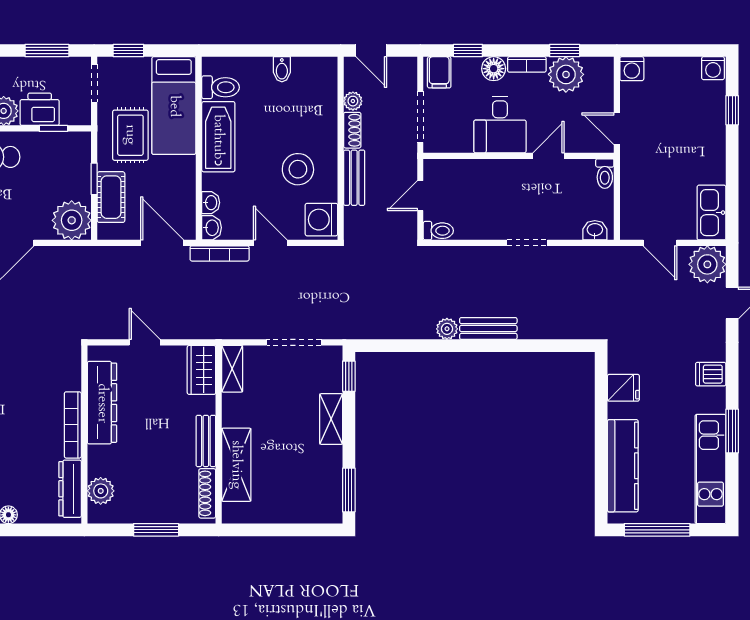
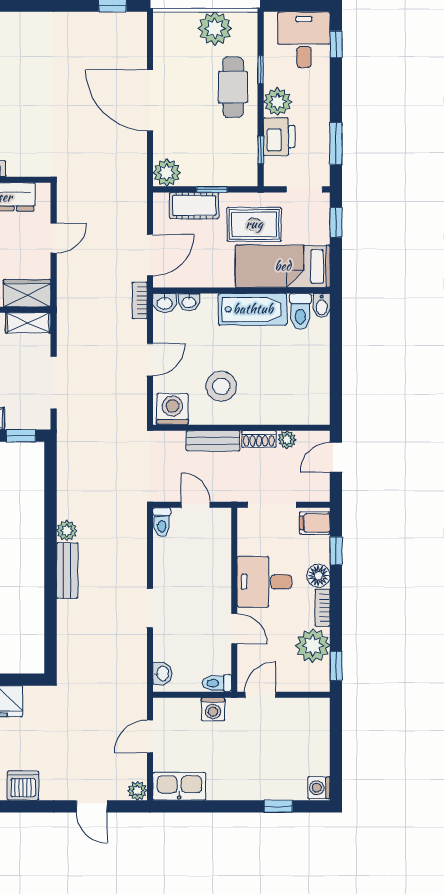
window: (565, 50) -> (336, 666), moved
bidet: (282, 69) -> (322, 306), moved, turned -90
washing machine: (632, 69) -> (213, 709), moved, turned -90
plant: (72, 220) -> (167, 173), width x0.73, depth x0.73
bookcase: (220, 253) -> (140, 300), width x0.64
plant: (707, 264) -> (137, 791), width x0.53, depth x0.53
dishwasher: (711, 374) -> (23, 786), width x1.38

